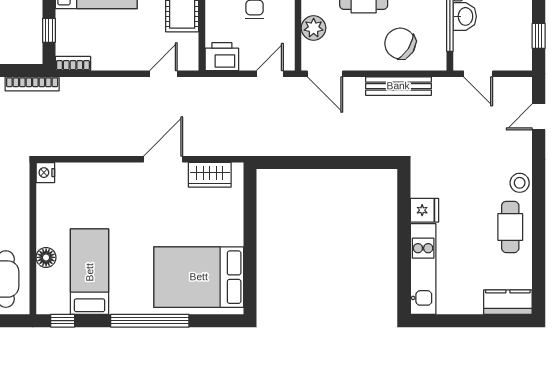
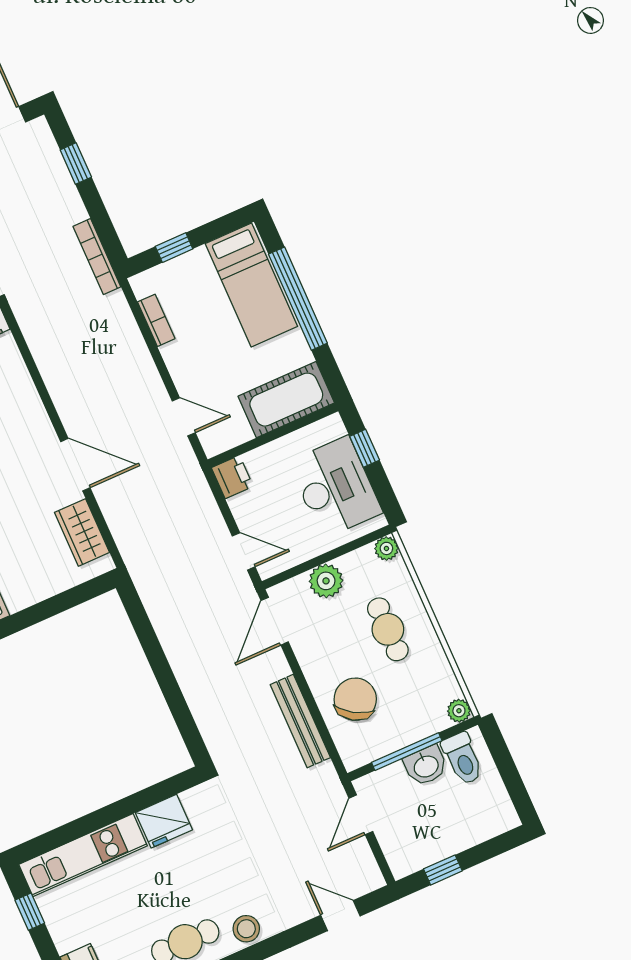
printer: (222, 57) -> (232, 477), width x0.73, depth x0.81
bookcase: (73, 63) -> (156, 320), moved
fridge: (424, 210) -> (164, 821), width x1.38
window: (445, 321) -> (30, 912), added

